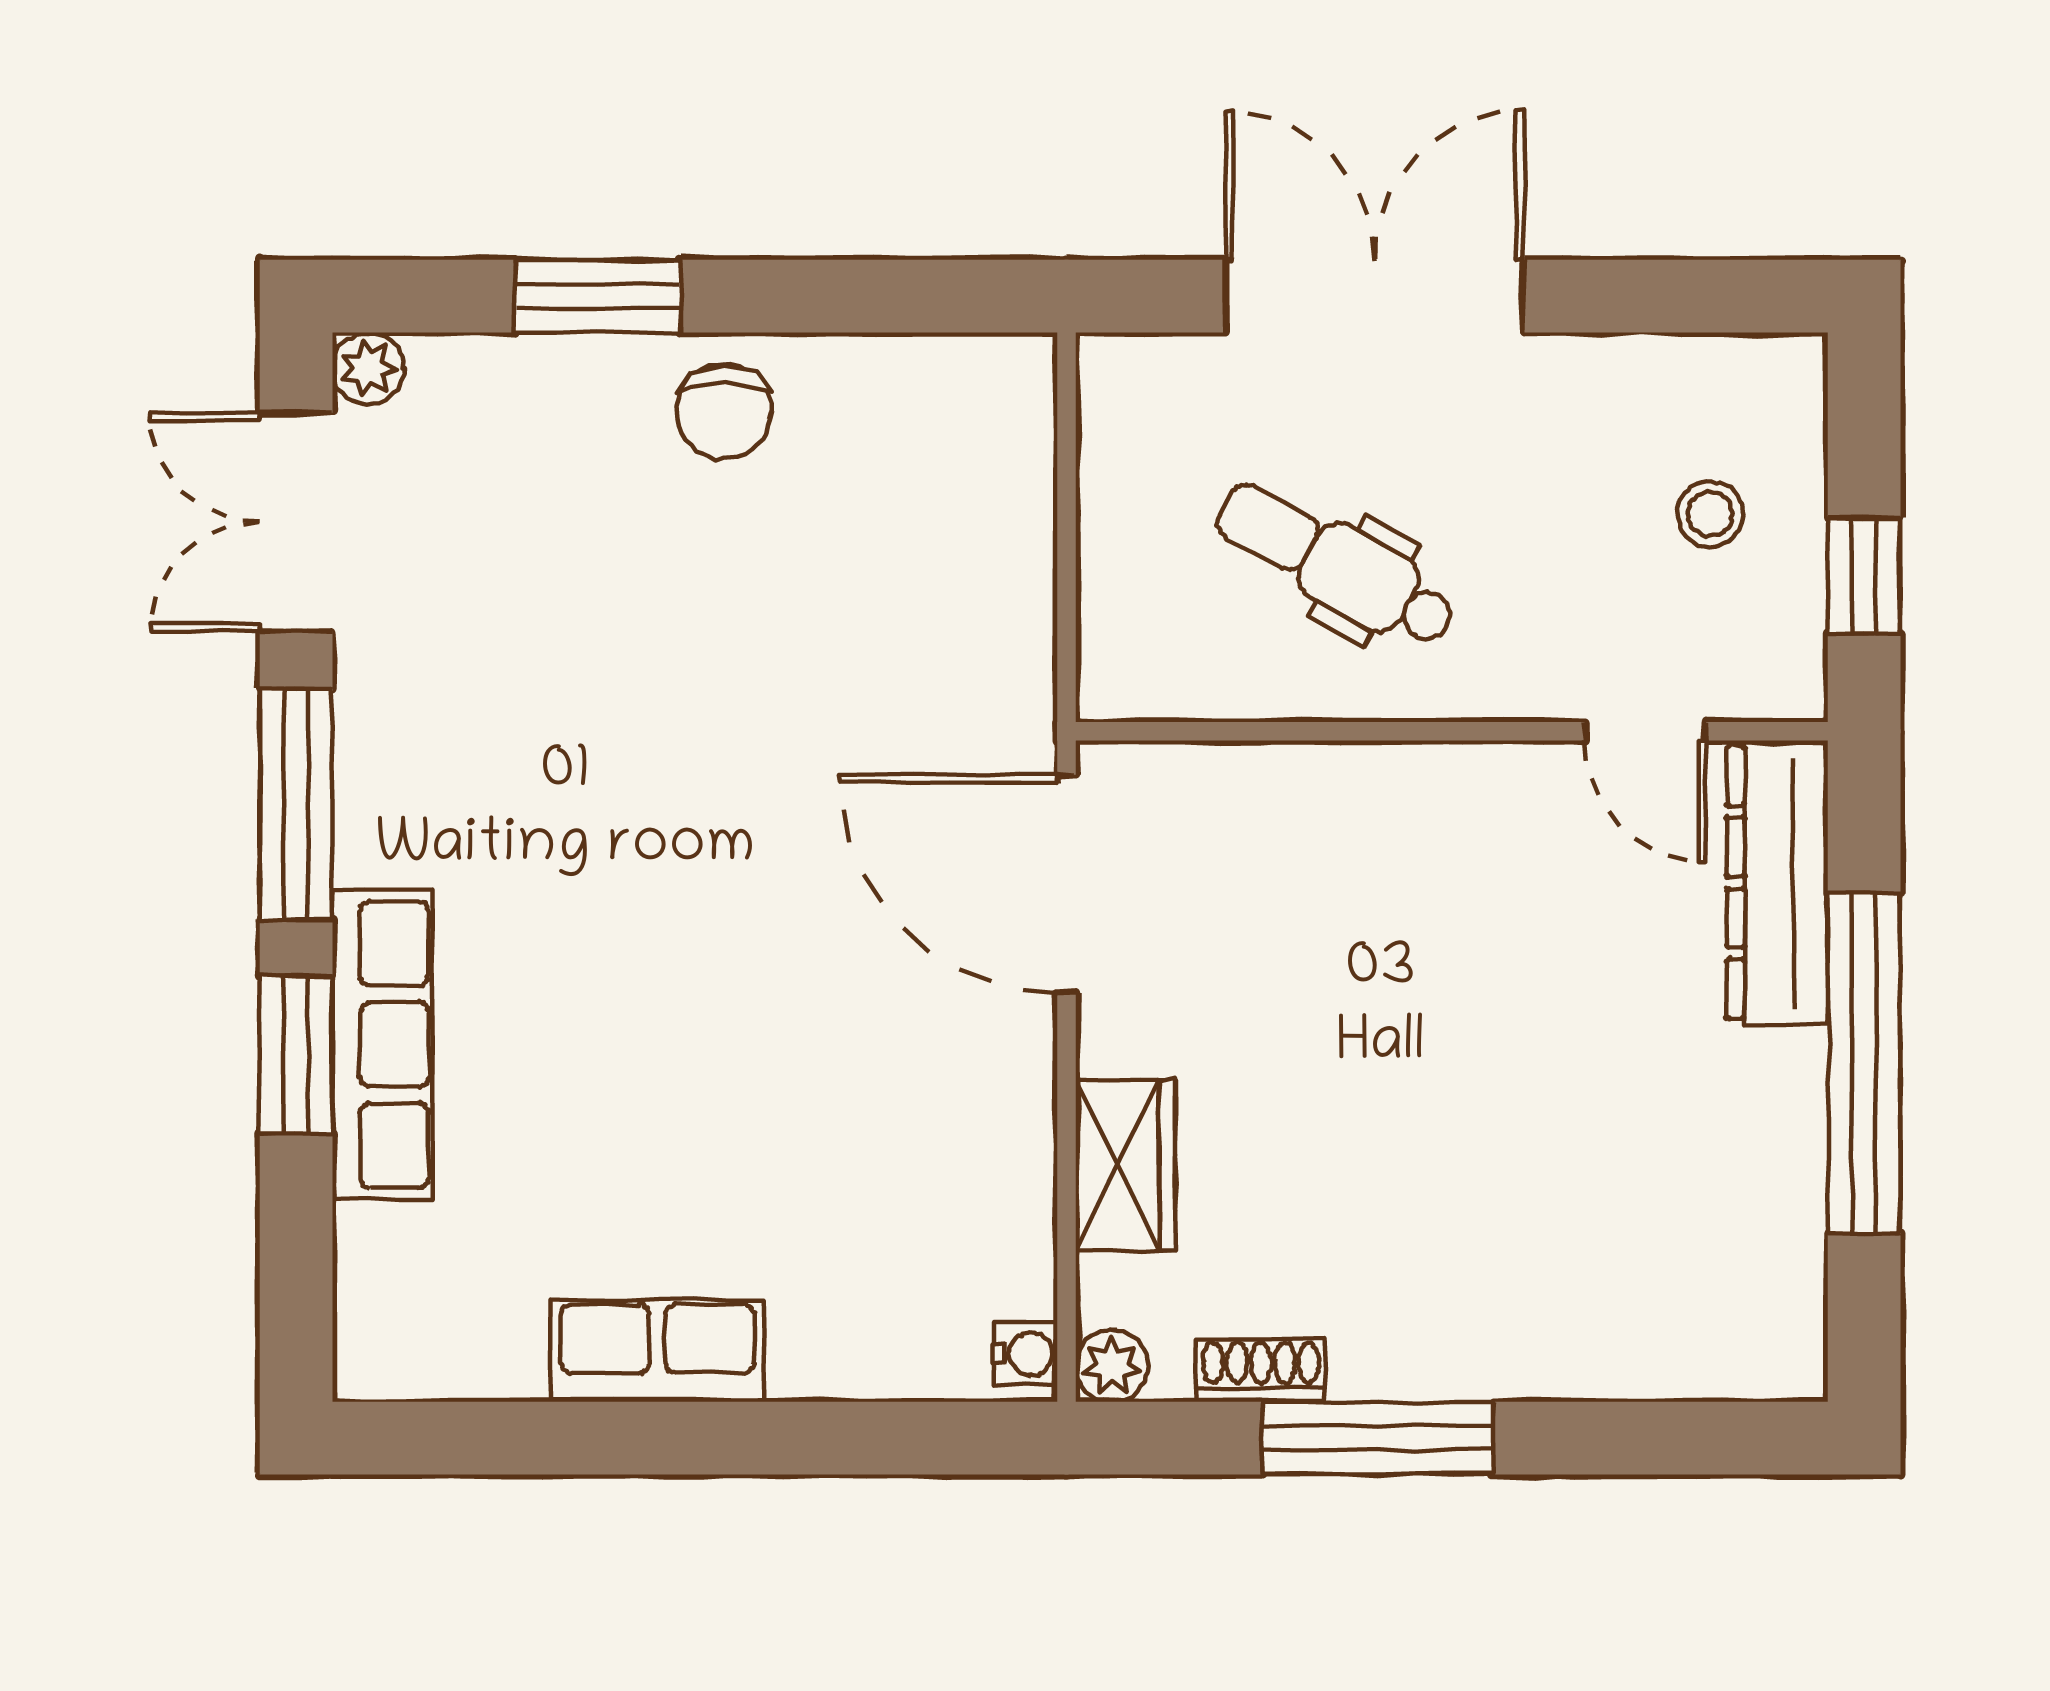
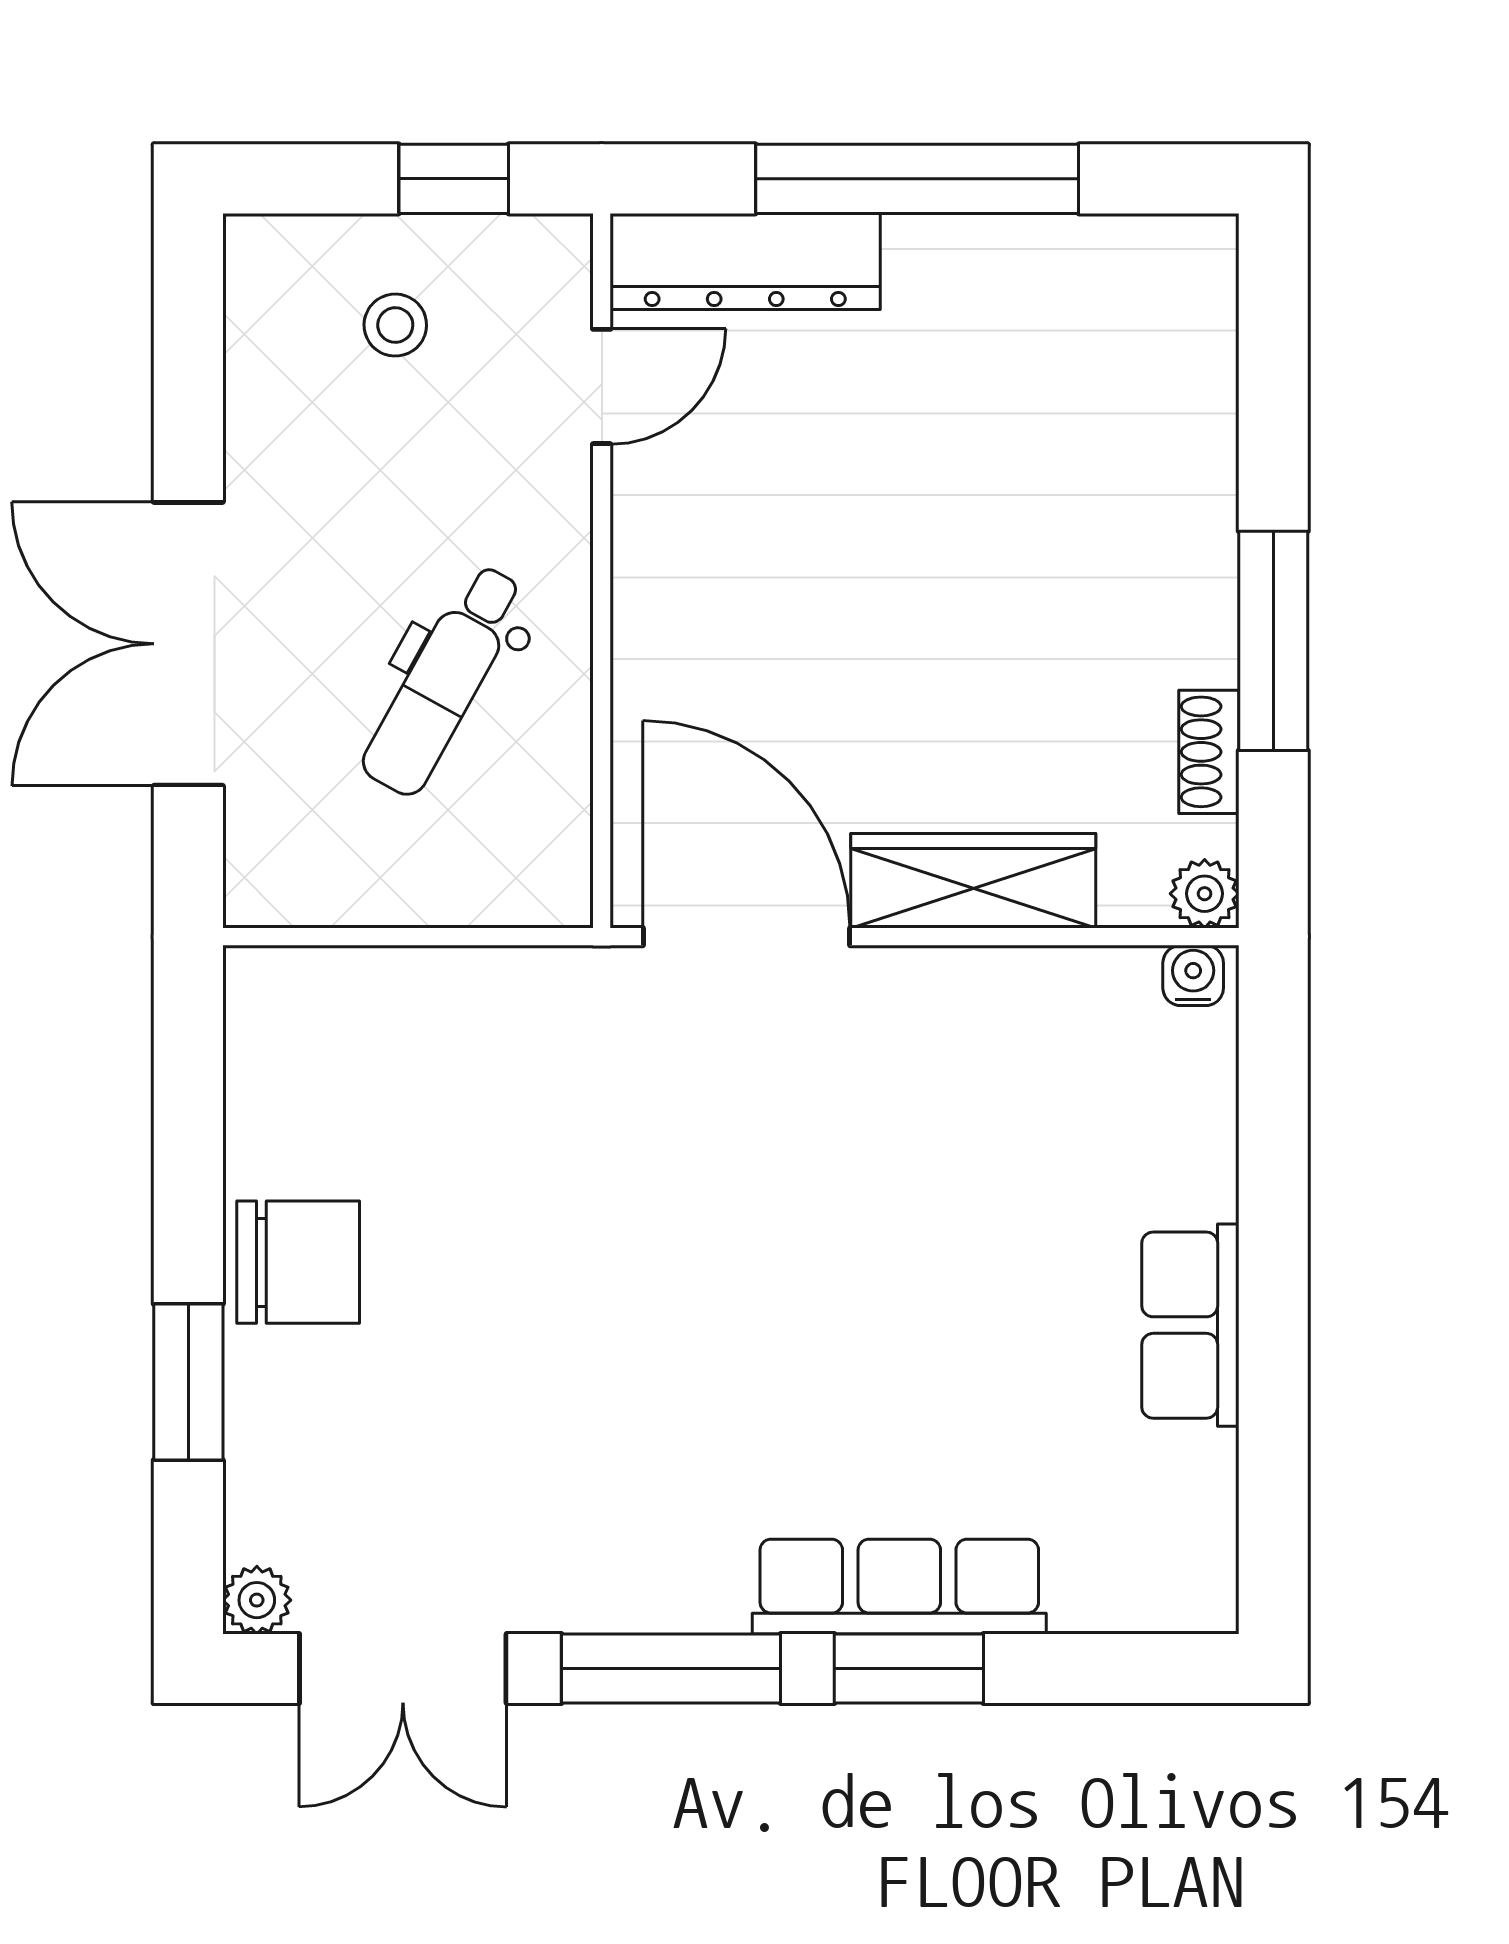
chair: (724, 412) -> (298, 1262), width x1.37, depth x1.37
door: (1066, 884) -> (746, 937), swing flipped
wardrobe: (1125, 1165) -> (973, 881), width x1.50

